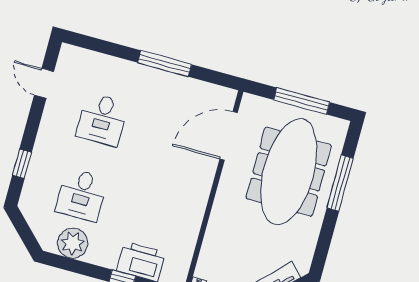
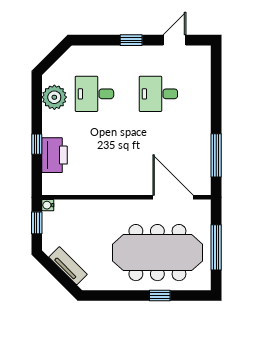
window: (165, 64) -> (216, 155), moved
window: (22, 164) -> (131, 40), moved
window: (340, 183) -> (160, 296), width x0.46

